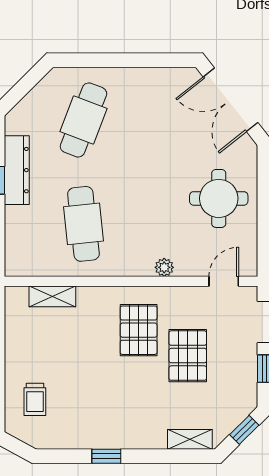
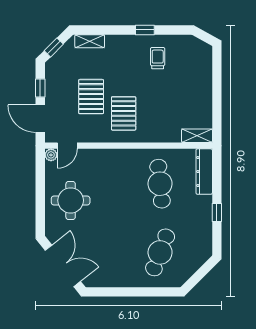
dresser: (17, 170) -> (204, 172), moved
plant: (164, 267) -> (51, 155), moved
shelving: (52, 296) -> (197, 136), moved
trolley: (35, 399) -> (158, 58), moved

